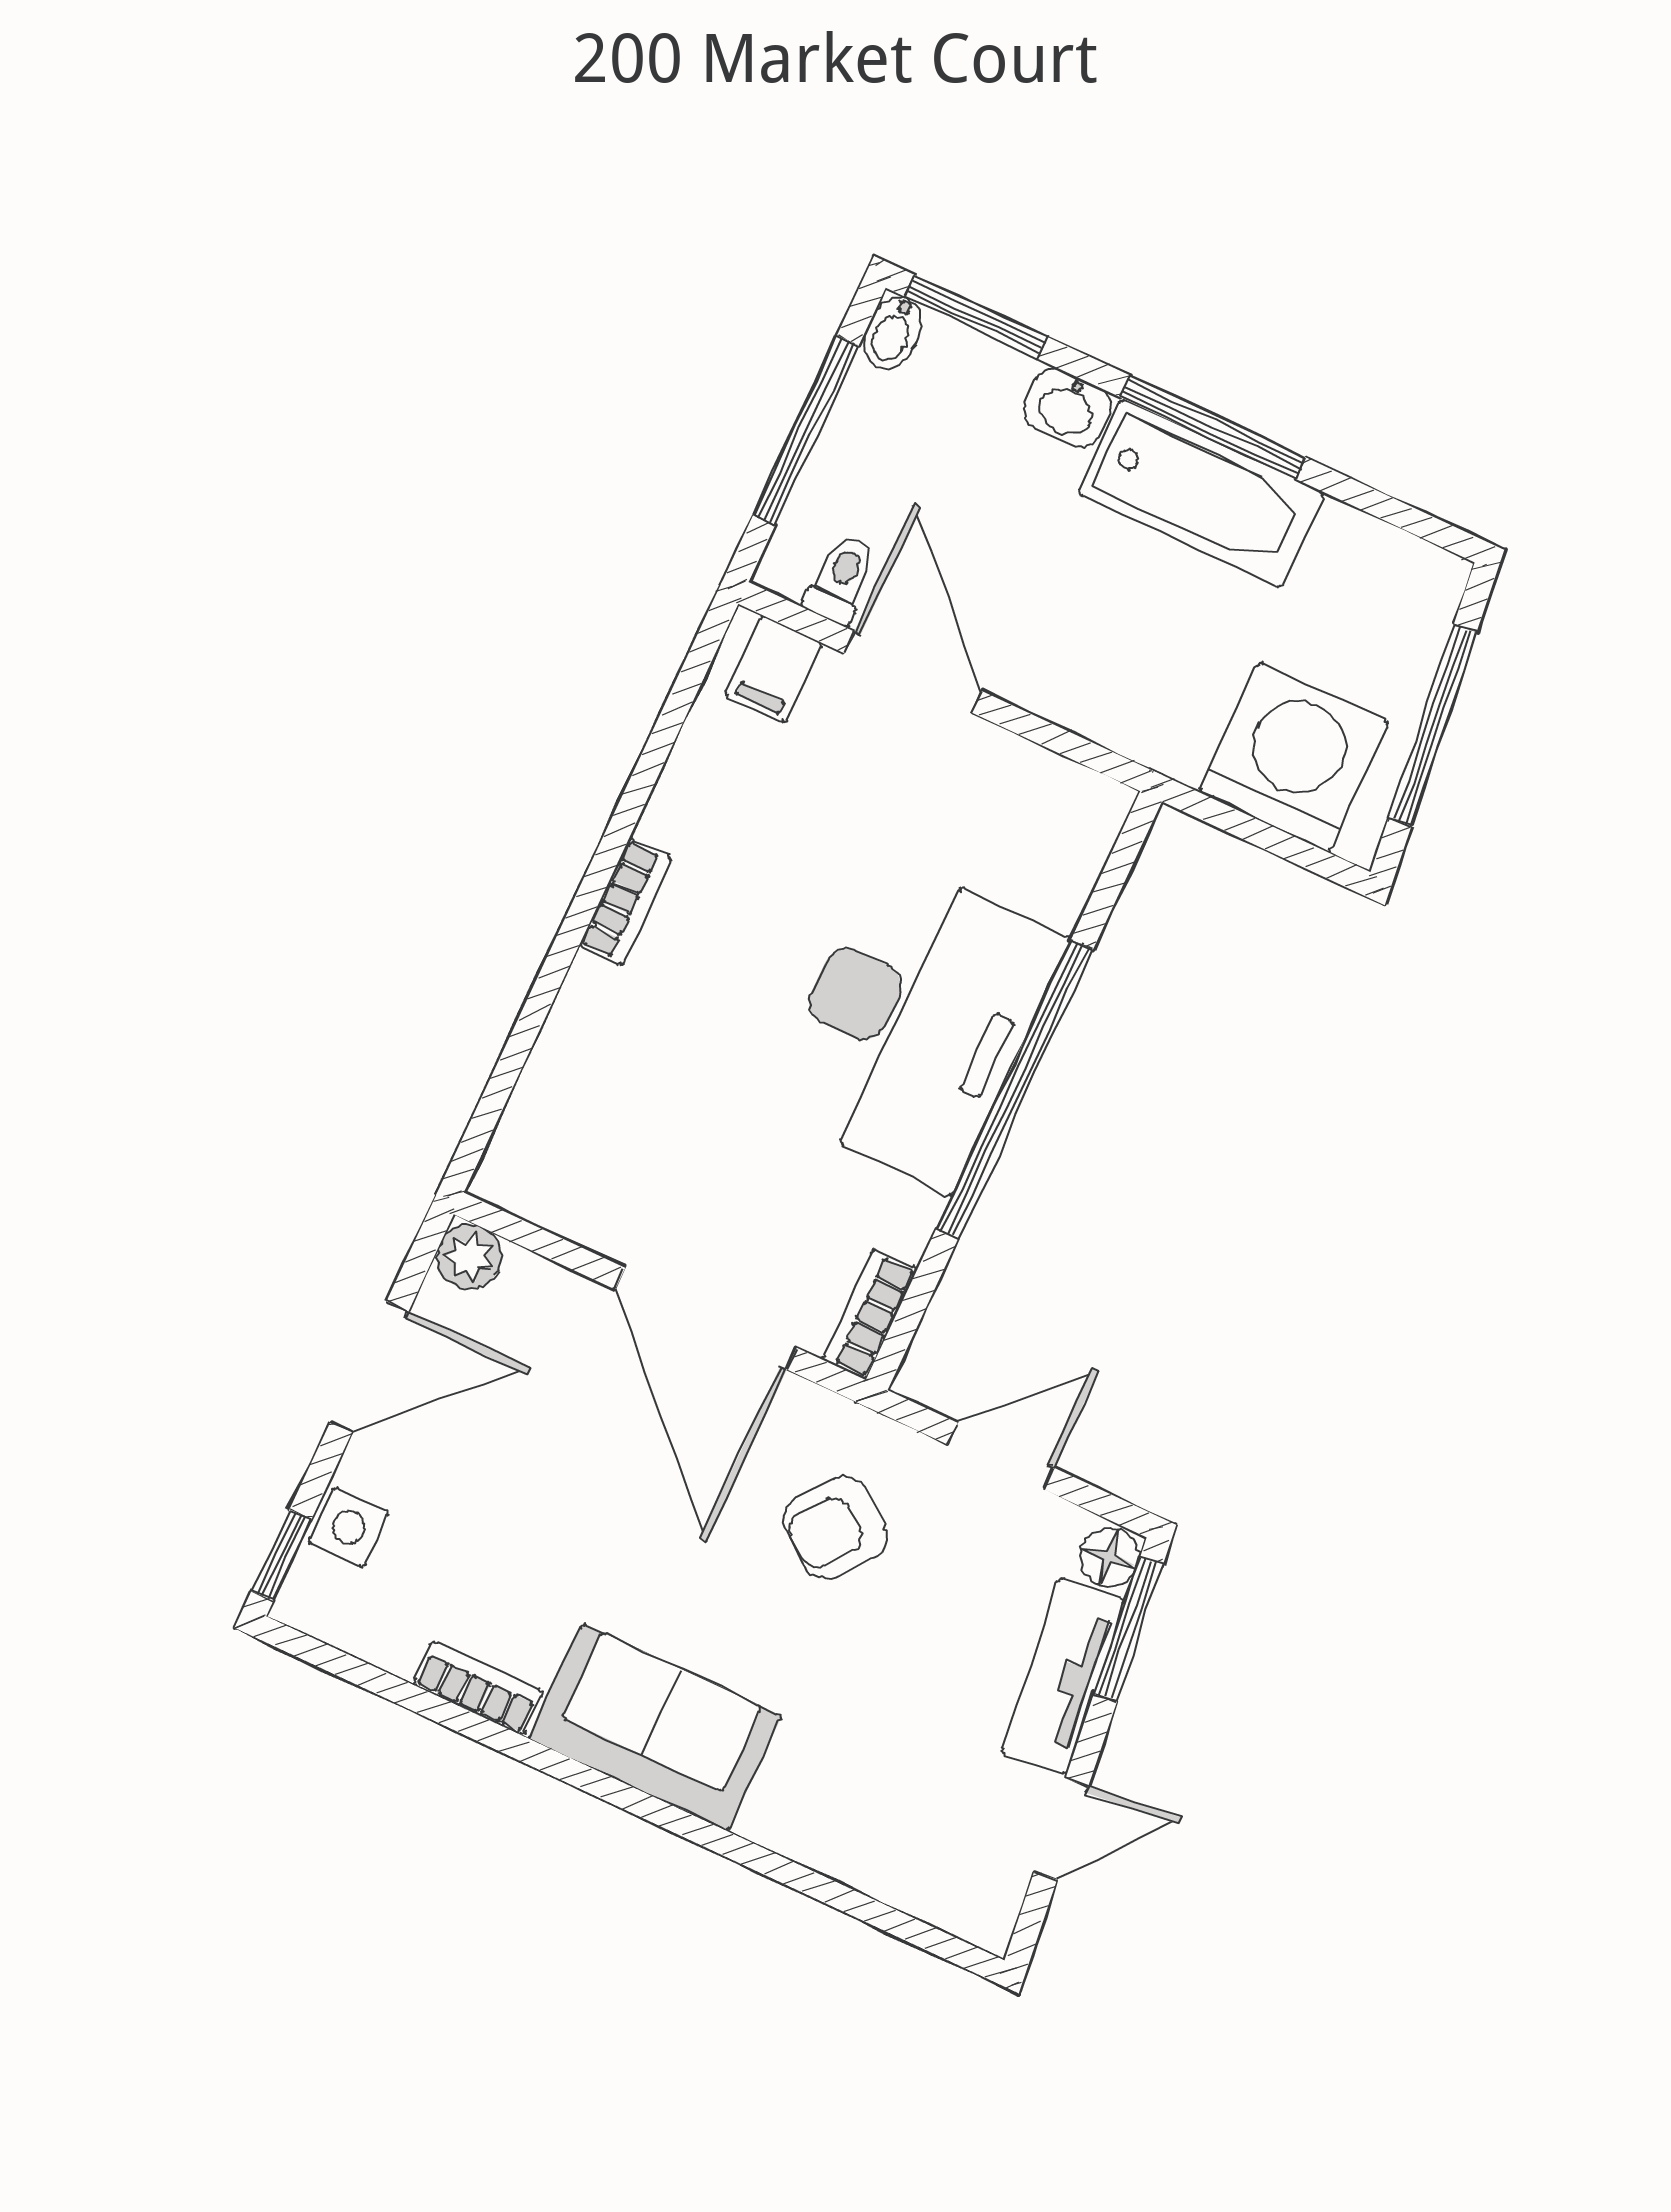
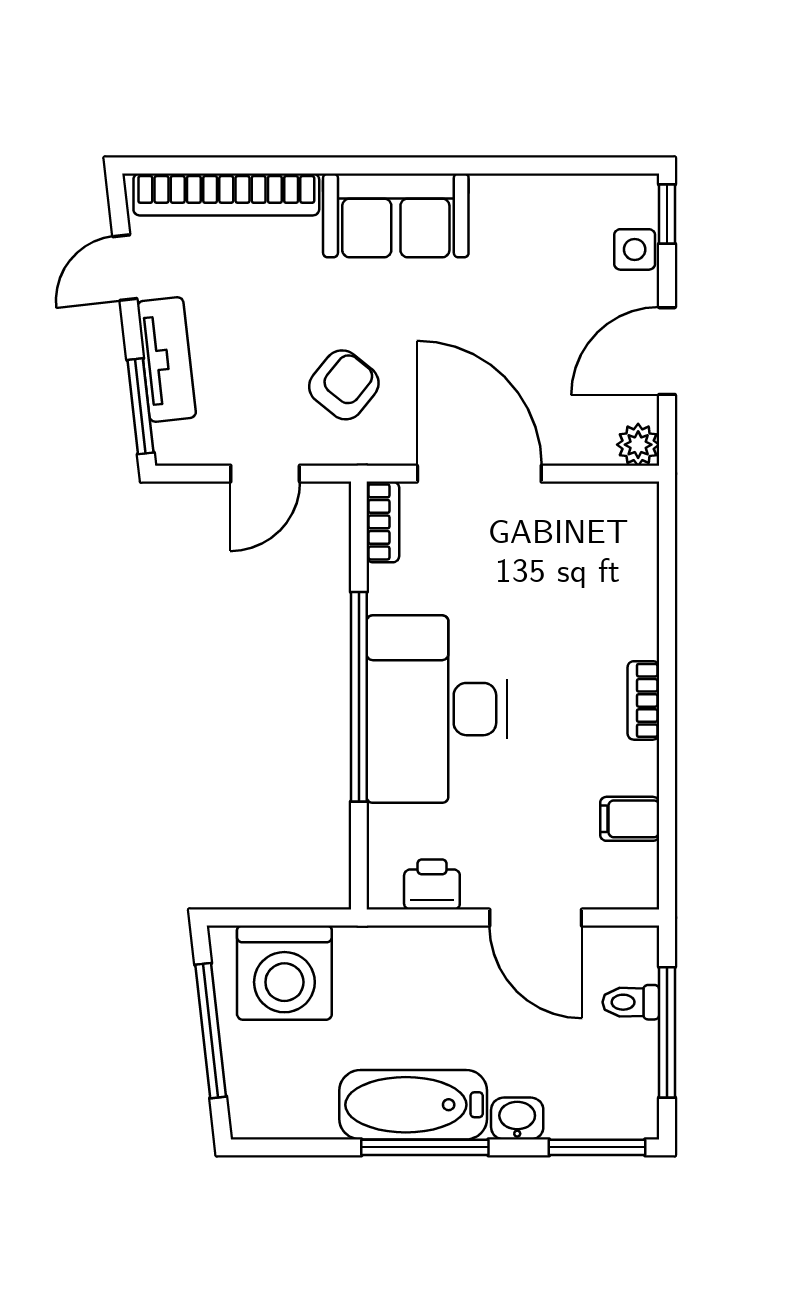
bidet: (893, 333) -> (642, 1115), removed
toilet: (841, 578) -> (631, 1002), moved, turned 90
filing cabinet: (773, 669) -> (630, 819), moved, turned -90
printer: (1034, 784) -> (432, 885), added
floor lamp: (1109, 1557) -> (172, 444), removed
bookcase: (478, 1688) -> (226, 194), moved, width x2.31, depth x1.31

